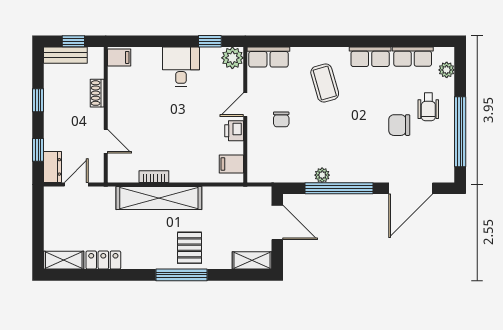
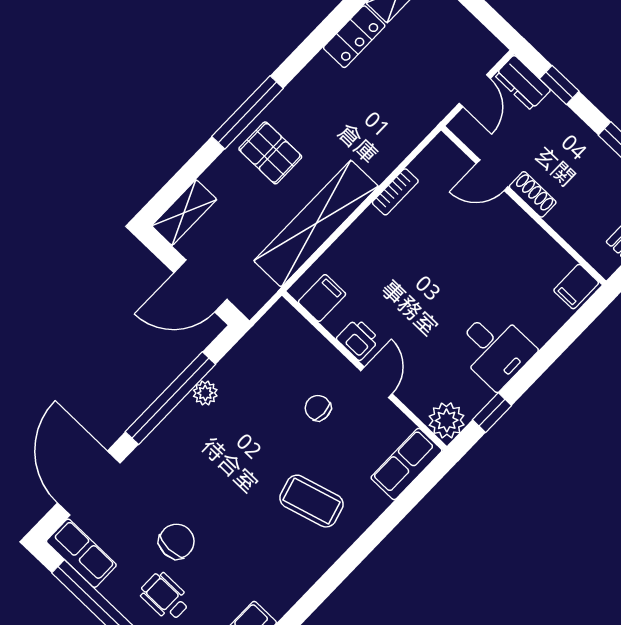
row of seats: (370, 57) -> (81, 553), moved, turned 90
shoe rack: (97, 93) -> (533, 194), moved
shelving: (159, 198) -> (316, 224), moved

